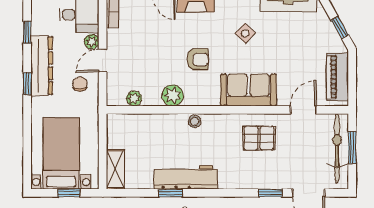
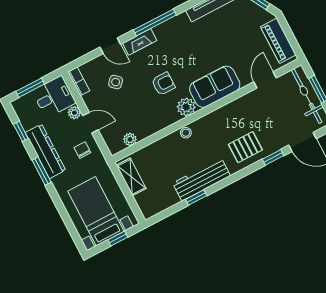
side table: (245, 33) -> (116, 82), moved
door: (103, 60) -> (90, 123), swing flipped
window: (27, 84) -> (42, 171), width x1.50
plant: (173, 95) -> (186, 107), moved
pallet: (259, 138) -> (245, 147), moved
shelving: (115, 169) -> (131, 177), moved

